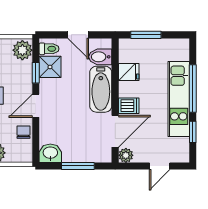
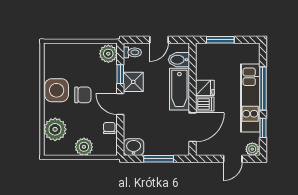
door: (78, 35) -> (159, 40), hinge flipped
shower: (50, 67) -> (133, 82), moved
fridge: (129, 72) -> (205, 88), moved
door: (36, 106) -> (120, 104), hinge flipped
plant: (126, 155) -> (252, 149), moved

